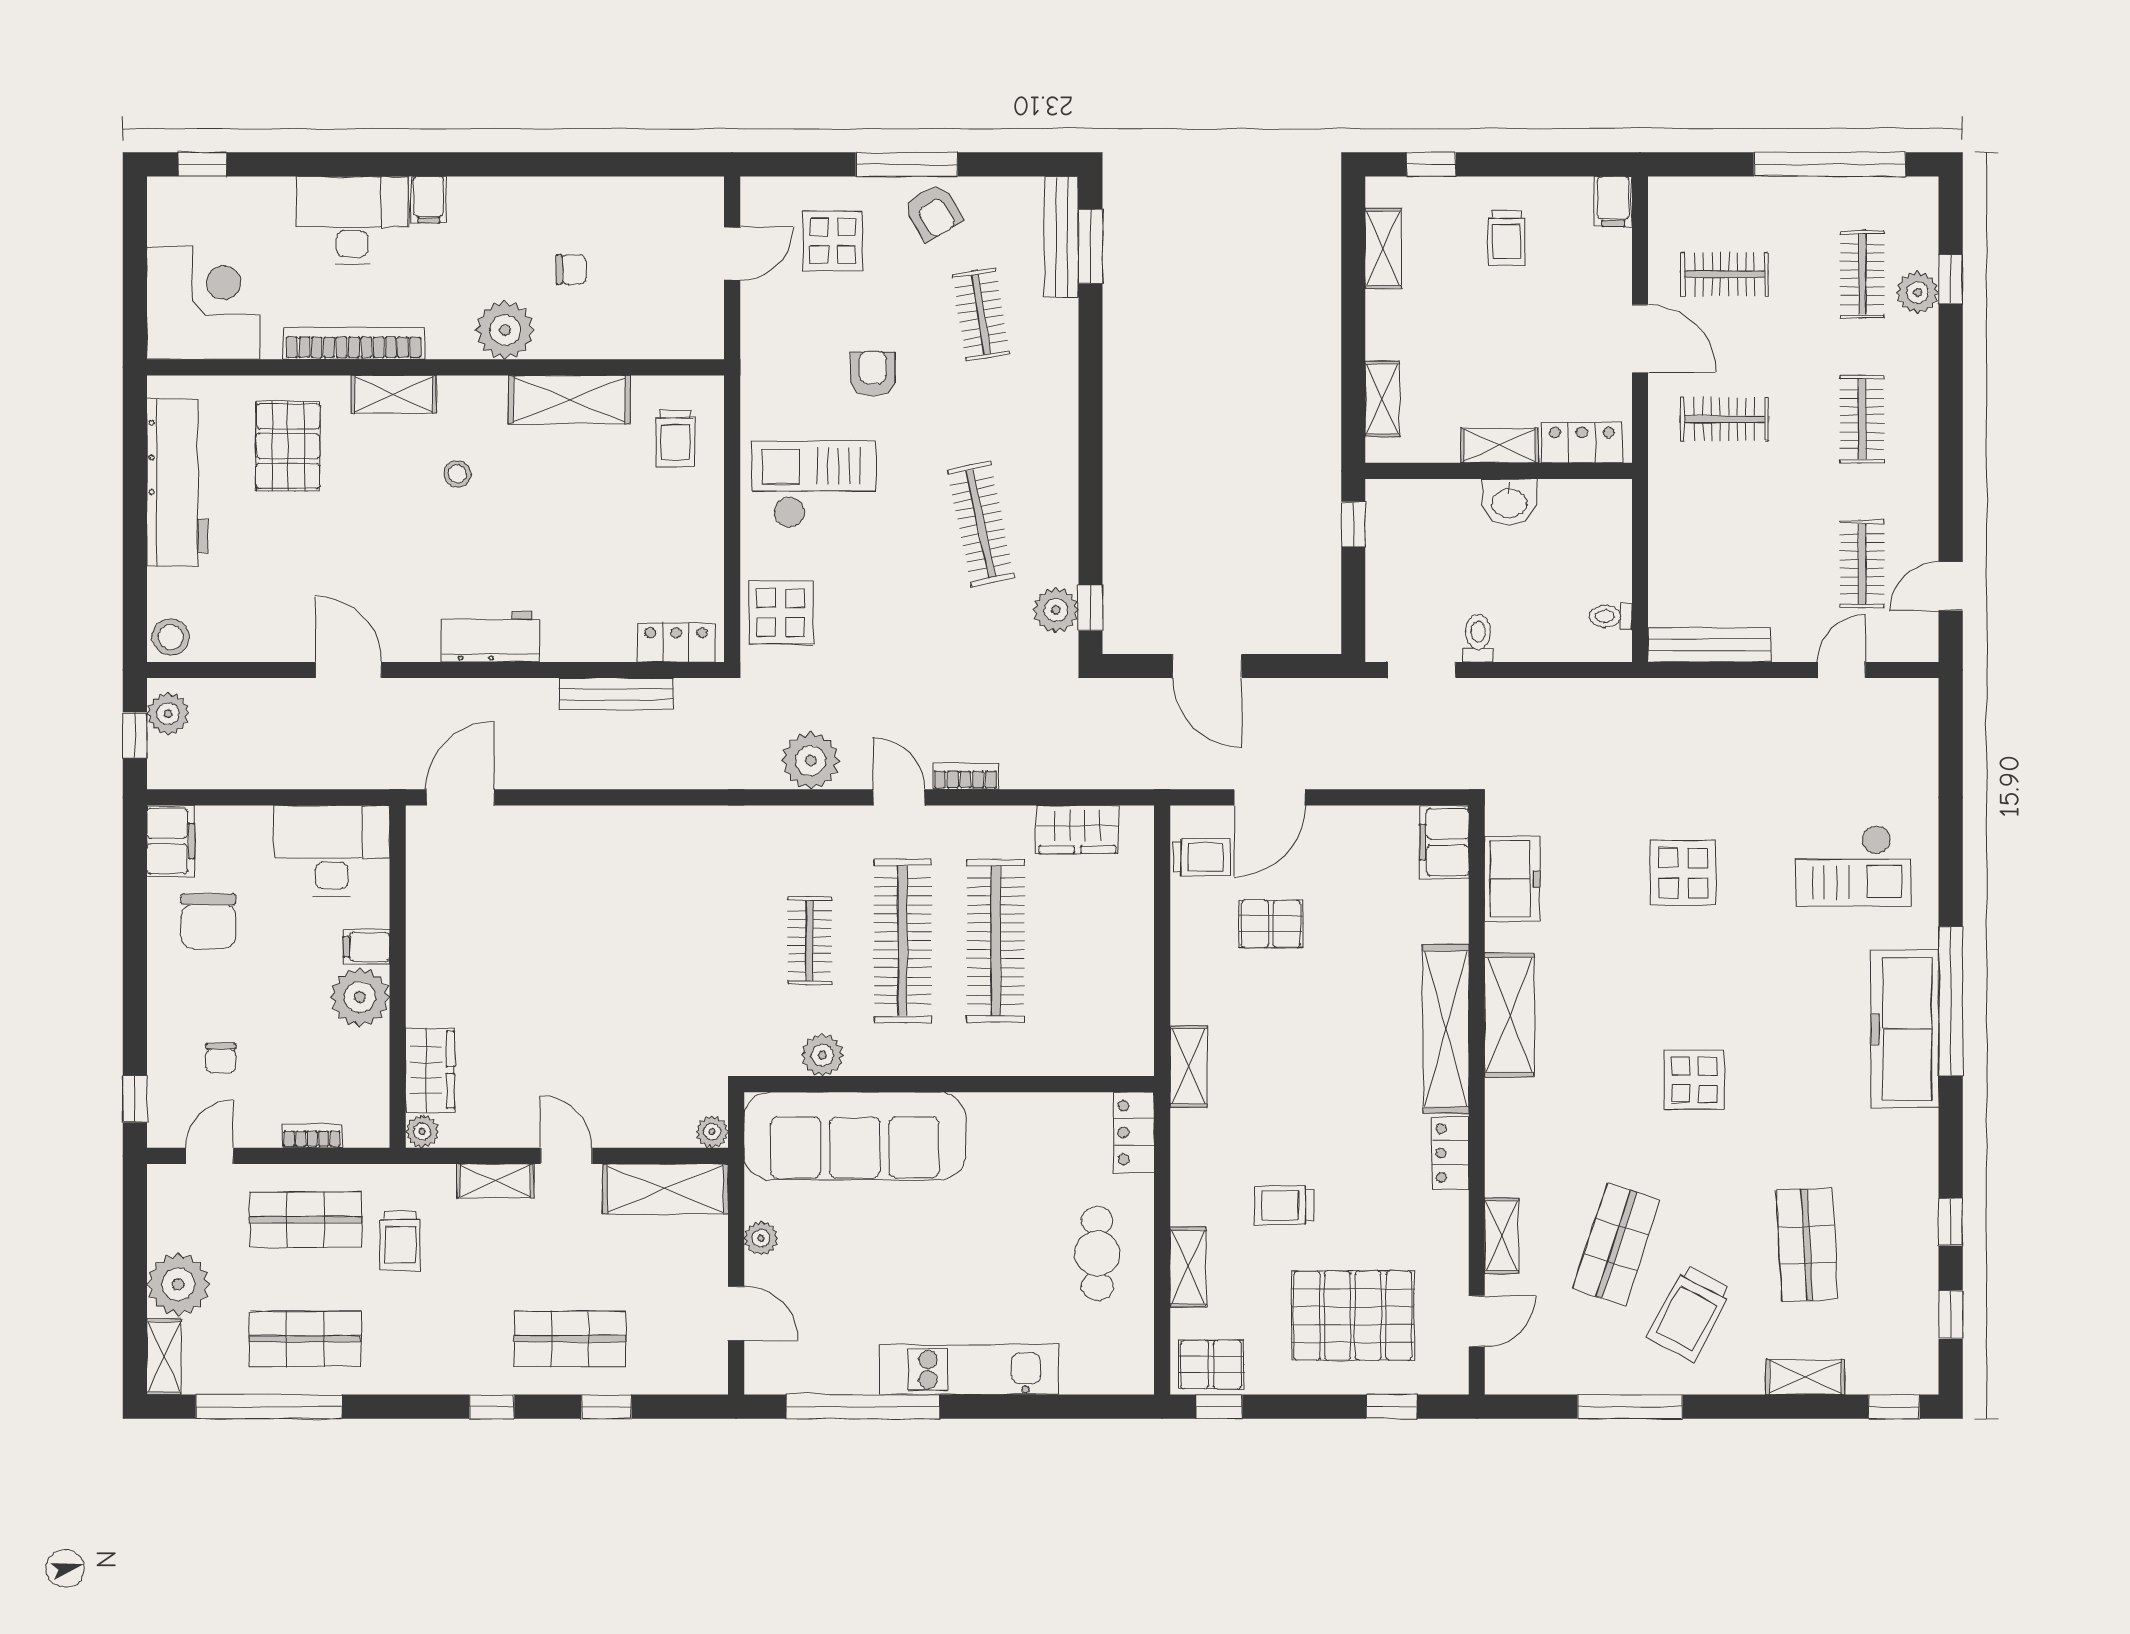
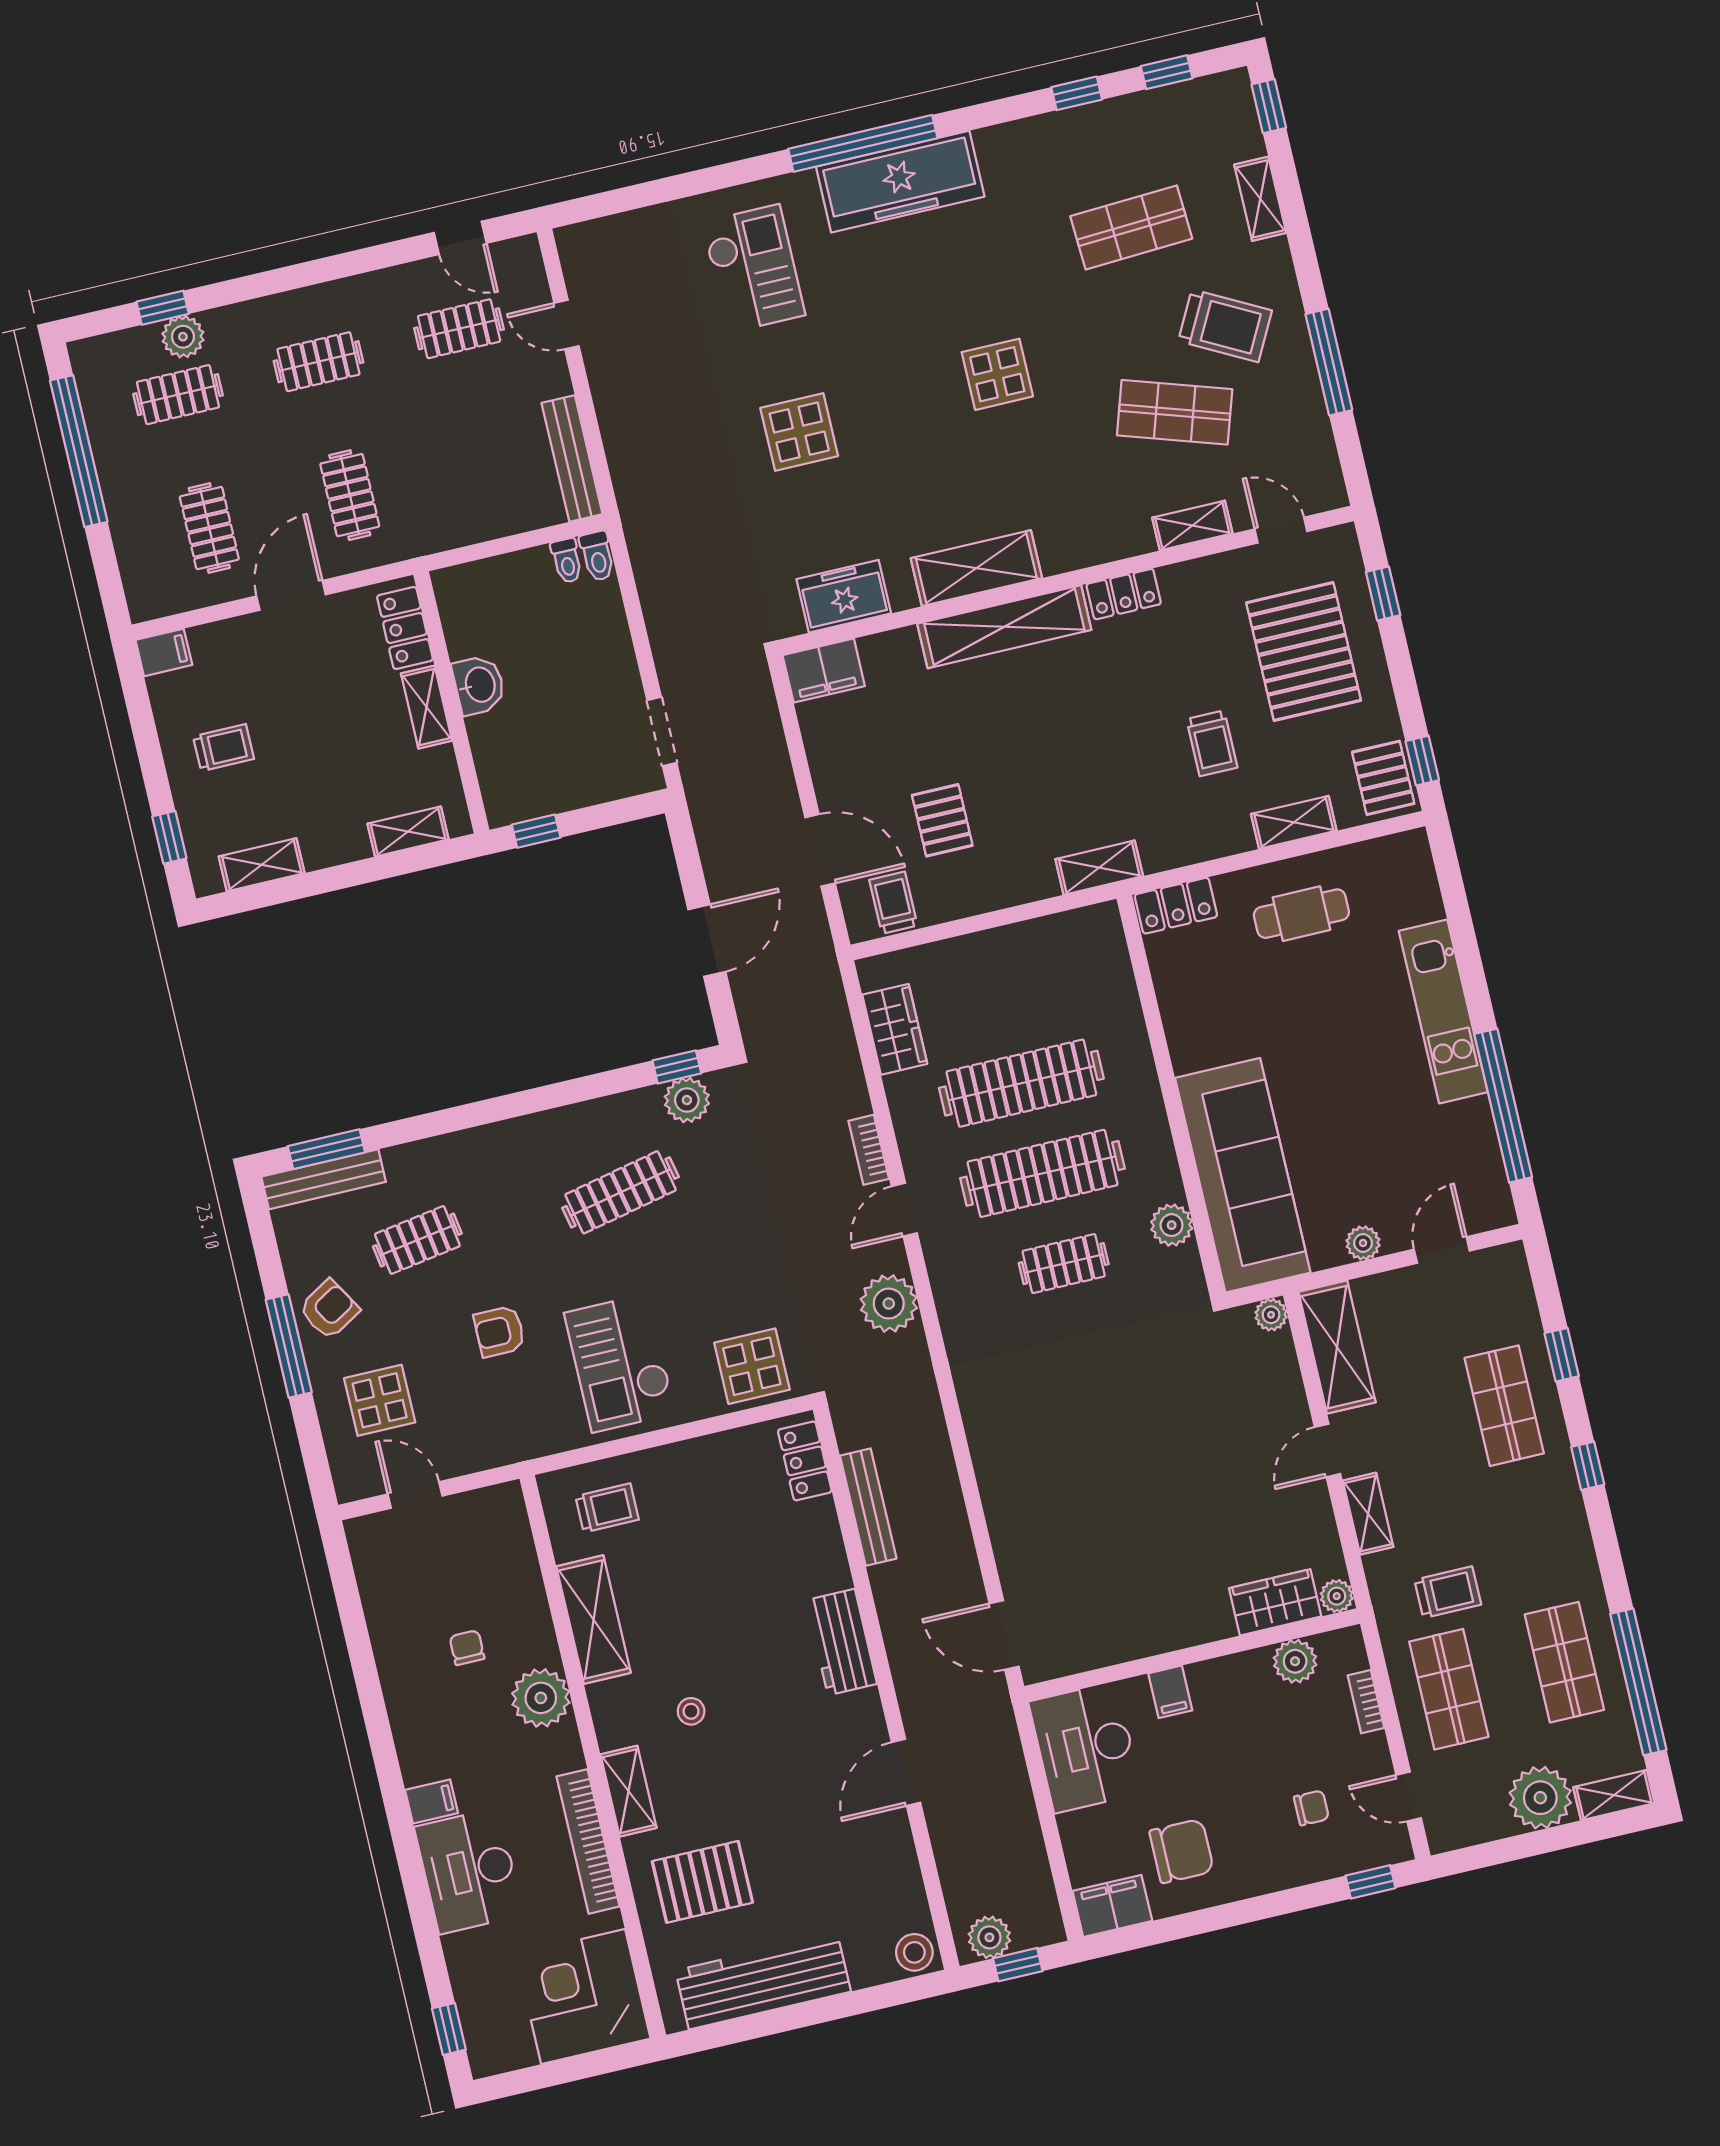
toilet: (1478, 638) -> (597, 556), moved, turned -90
plant: (360, 997) -> (1295, 1661), moved, width x0.73, depth x0.73

